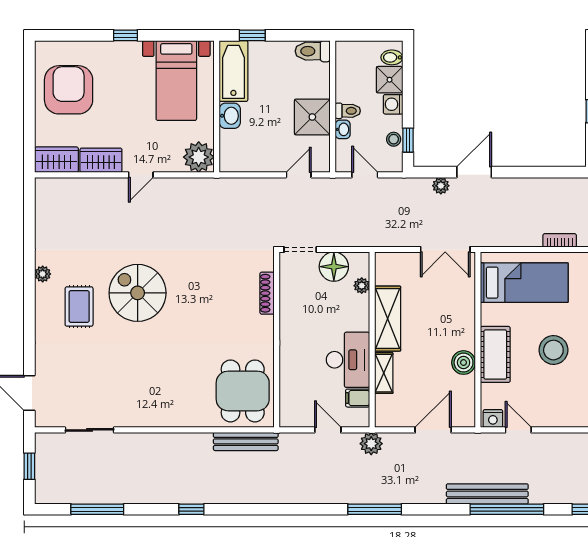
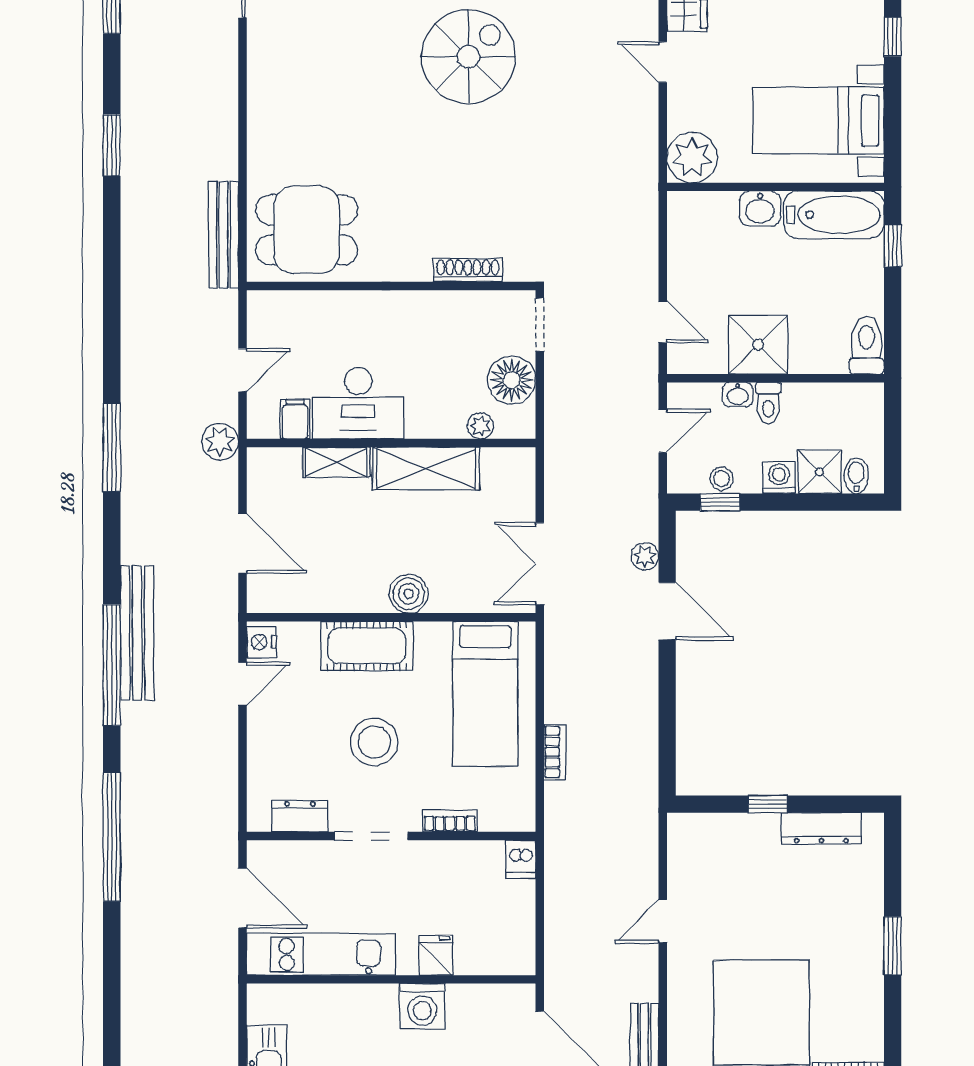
boiler: (464, 363) -> (409, 594), moved
window: (191, 509) -> (112, 145), width x1.50

